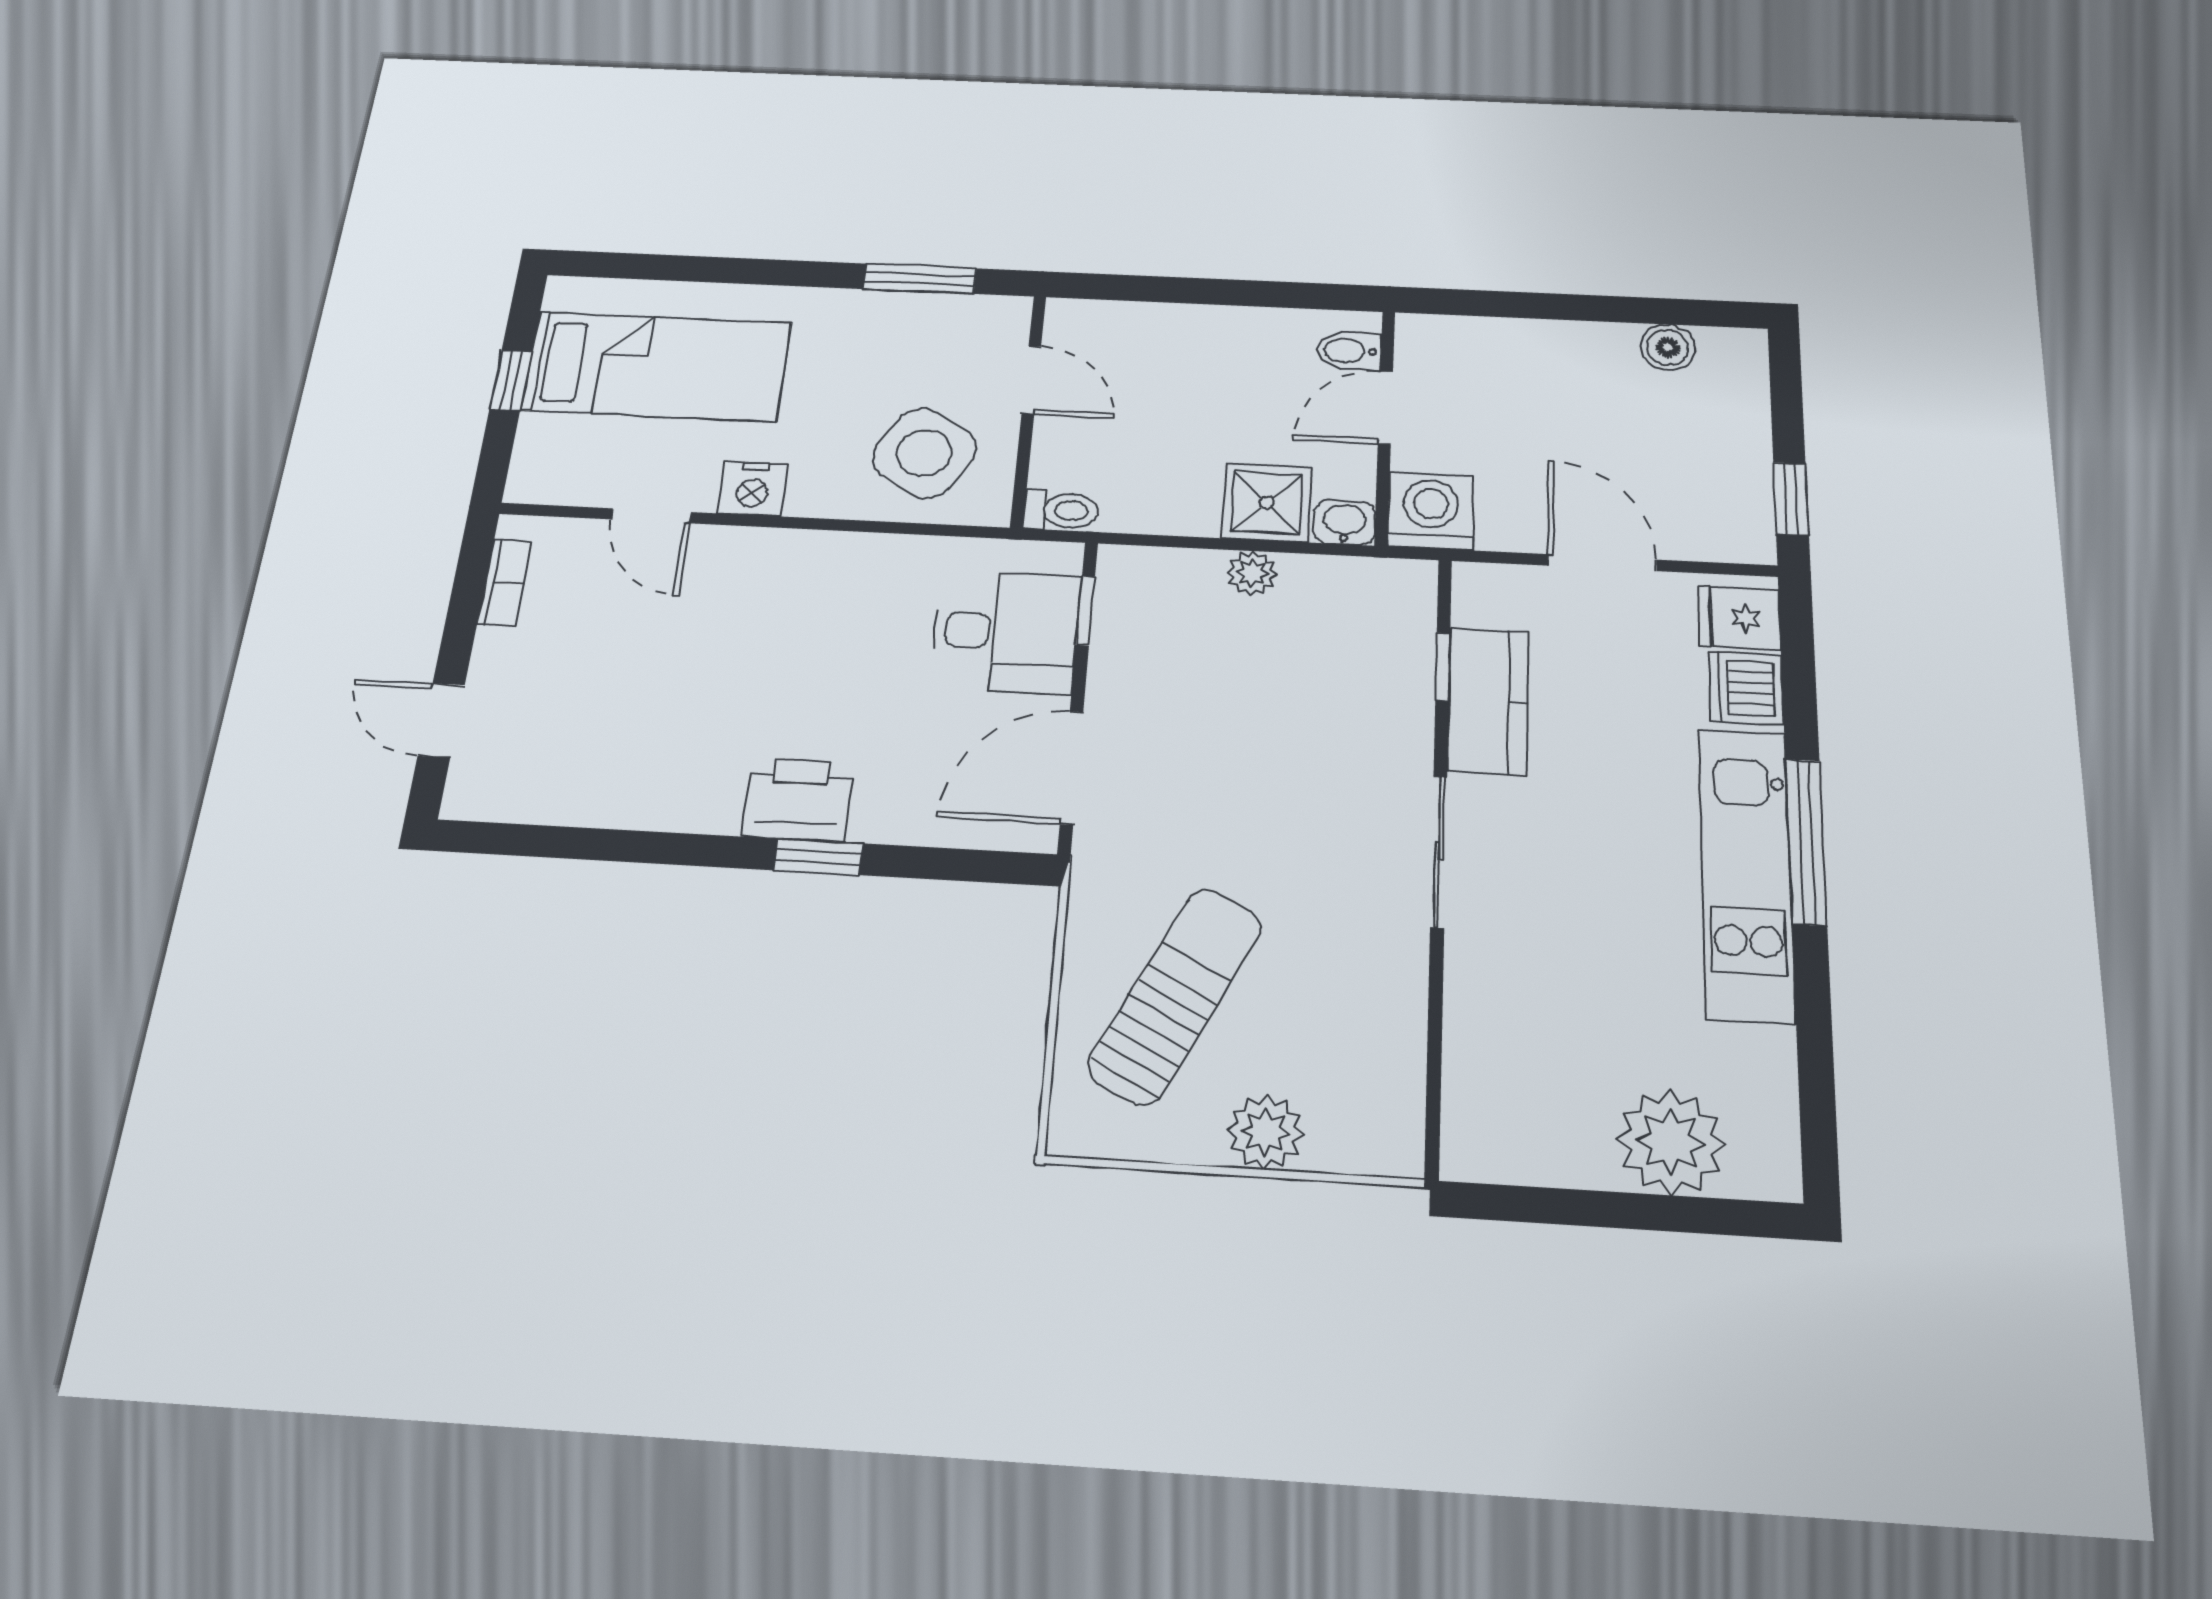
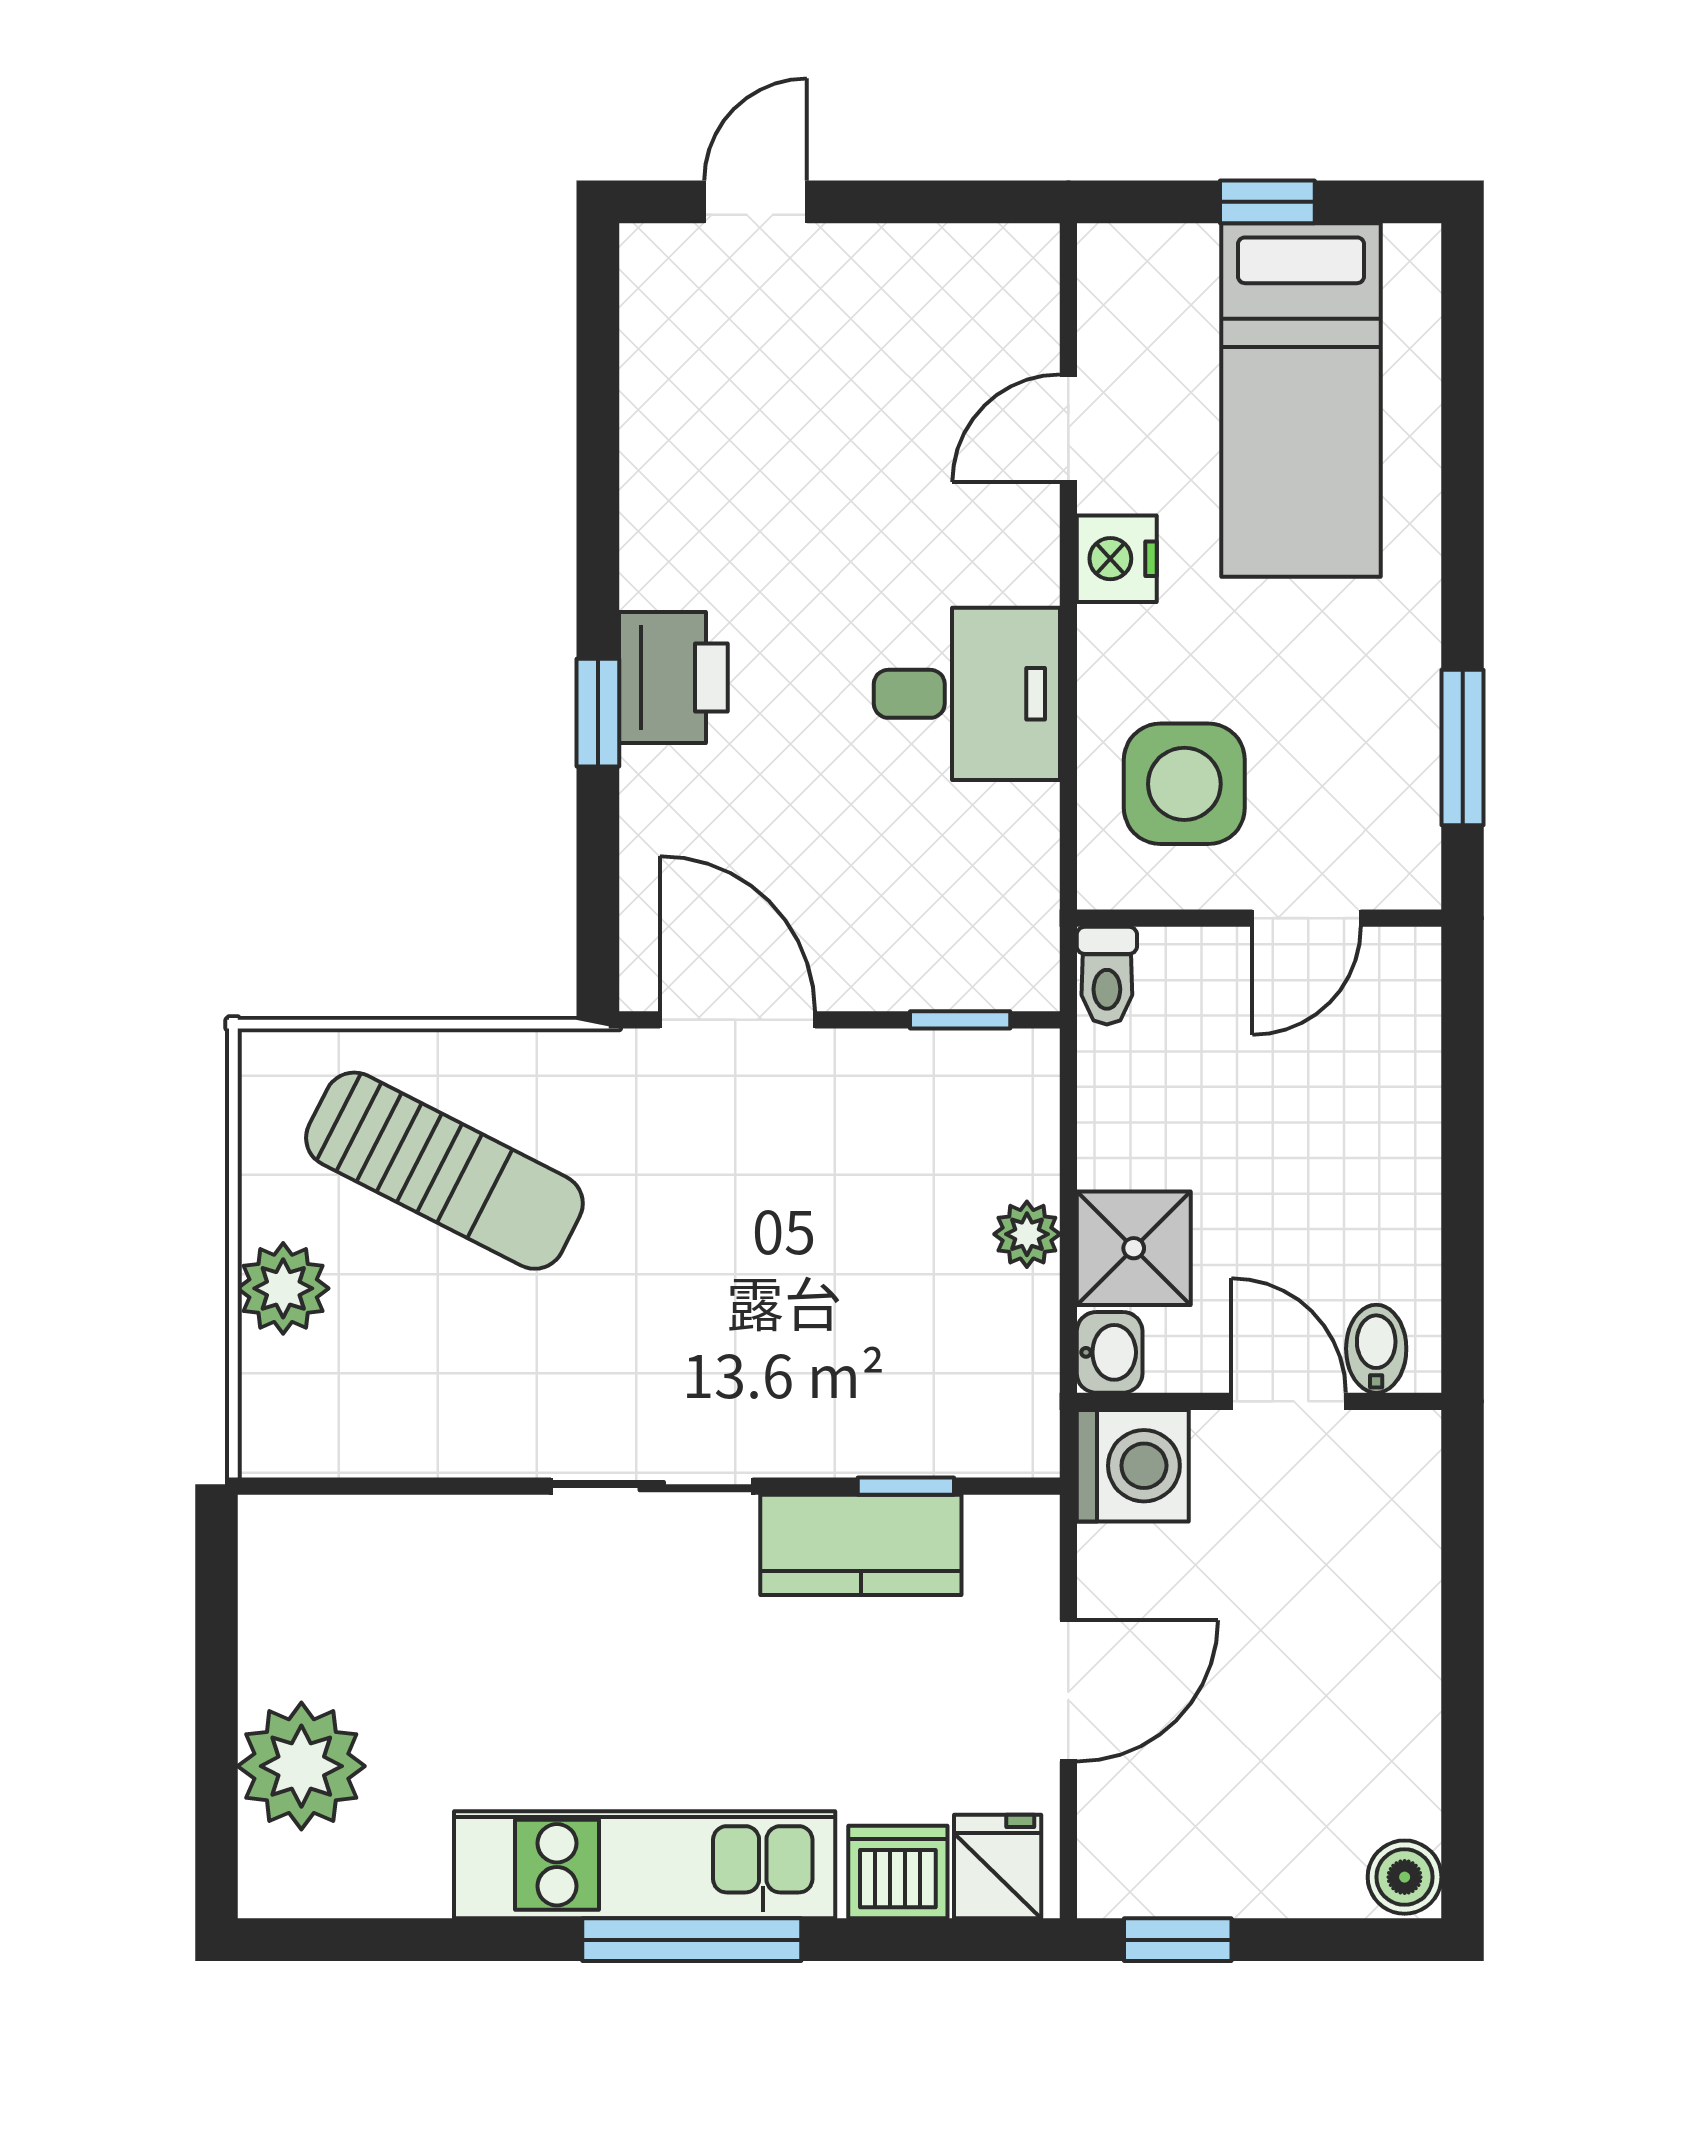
boiler: (1668, 347) -> (1405, 1877), moved
side table: (924, 453) -> (1184, 784), turned -31
bookcase: (504, 583) -> (958, 249), removed
desk: (1006, 632) -> (967, 694), moved, turned -90

